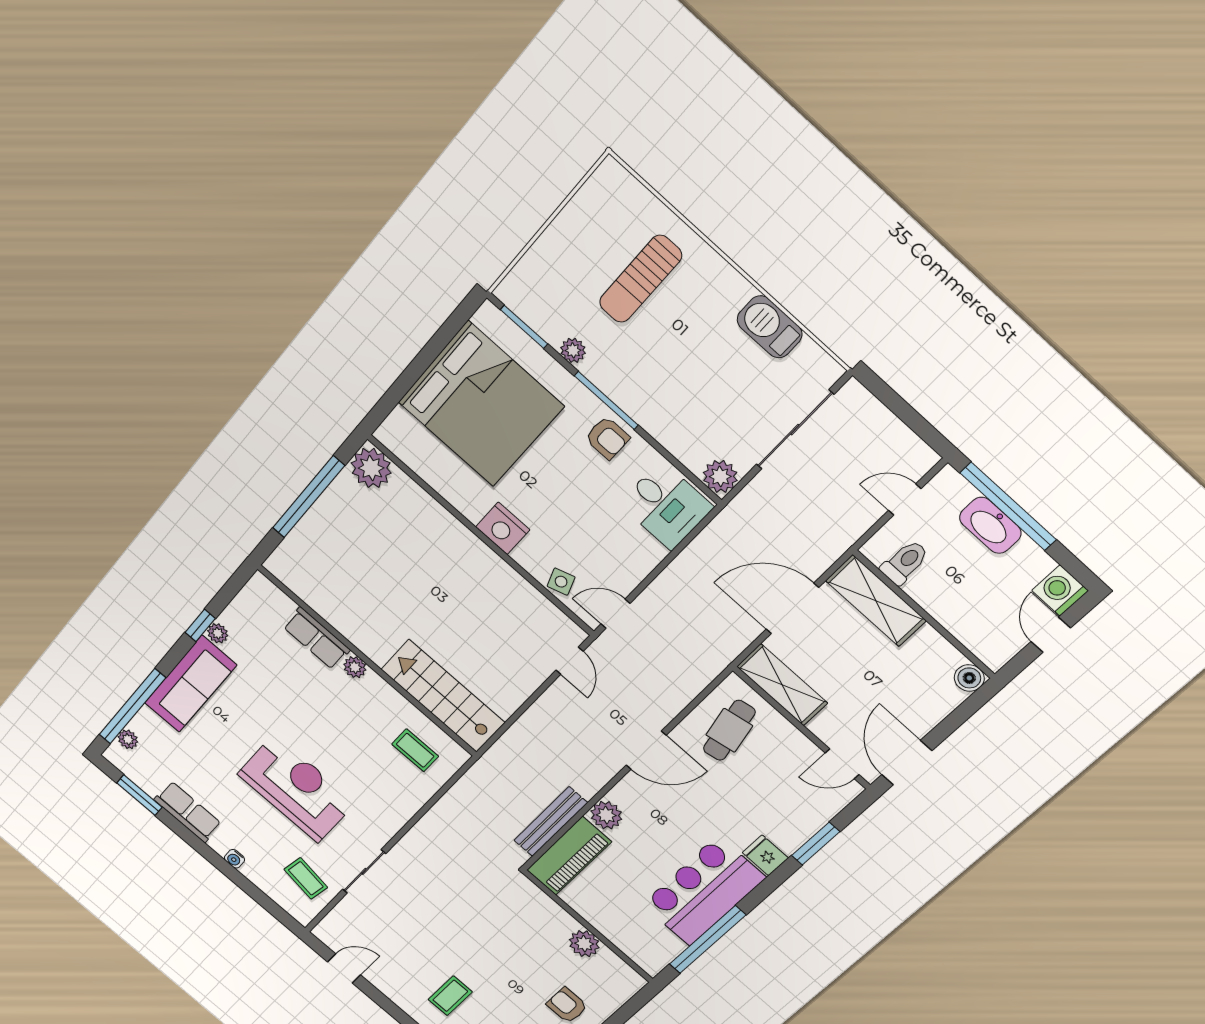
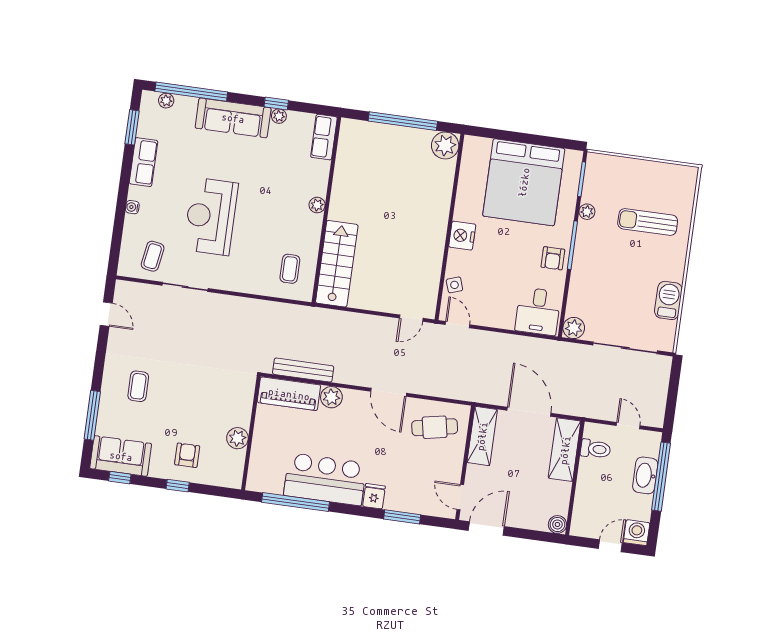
row of seats: (317, 638) -> (324, 137), moved
reception desk: (296, 789) -> (211, 216), turned 180
coffee table: (450, 996) -> (138, 386), turned 90

